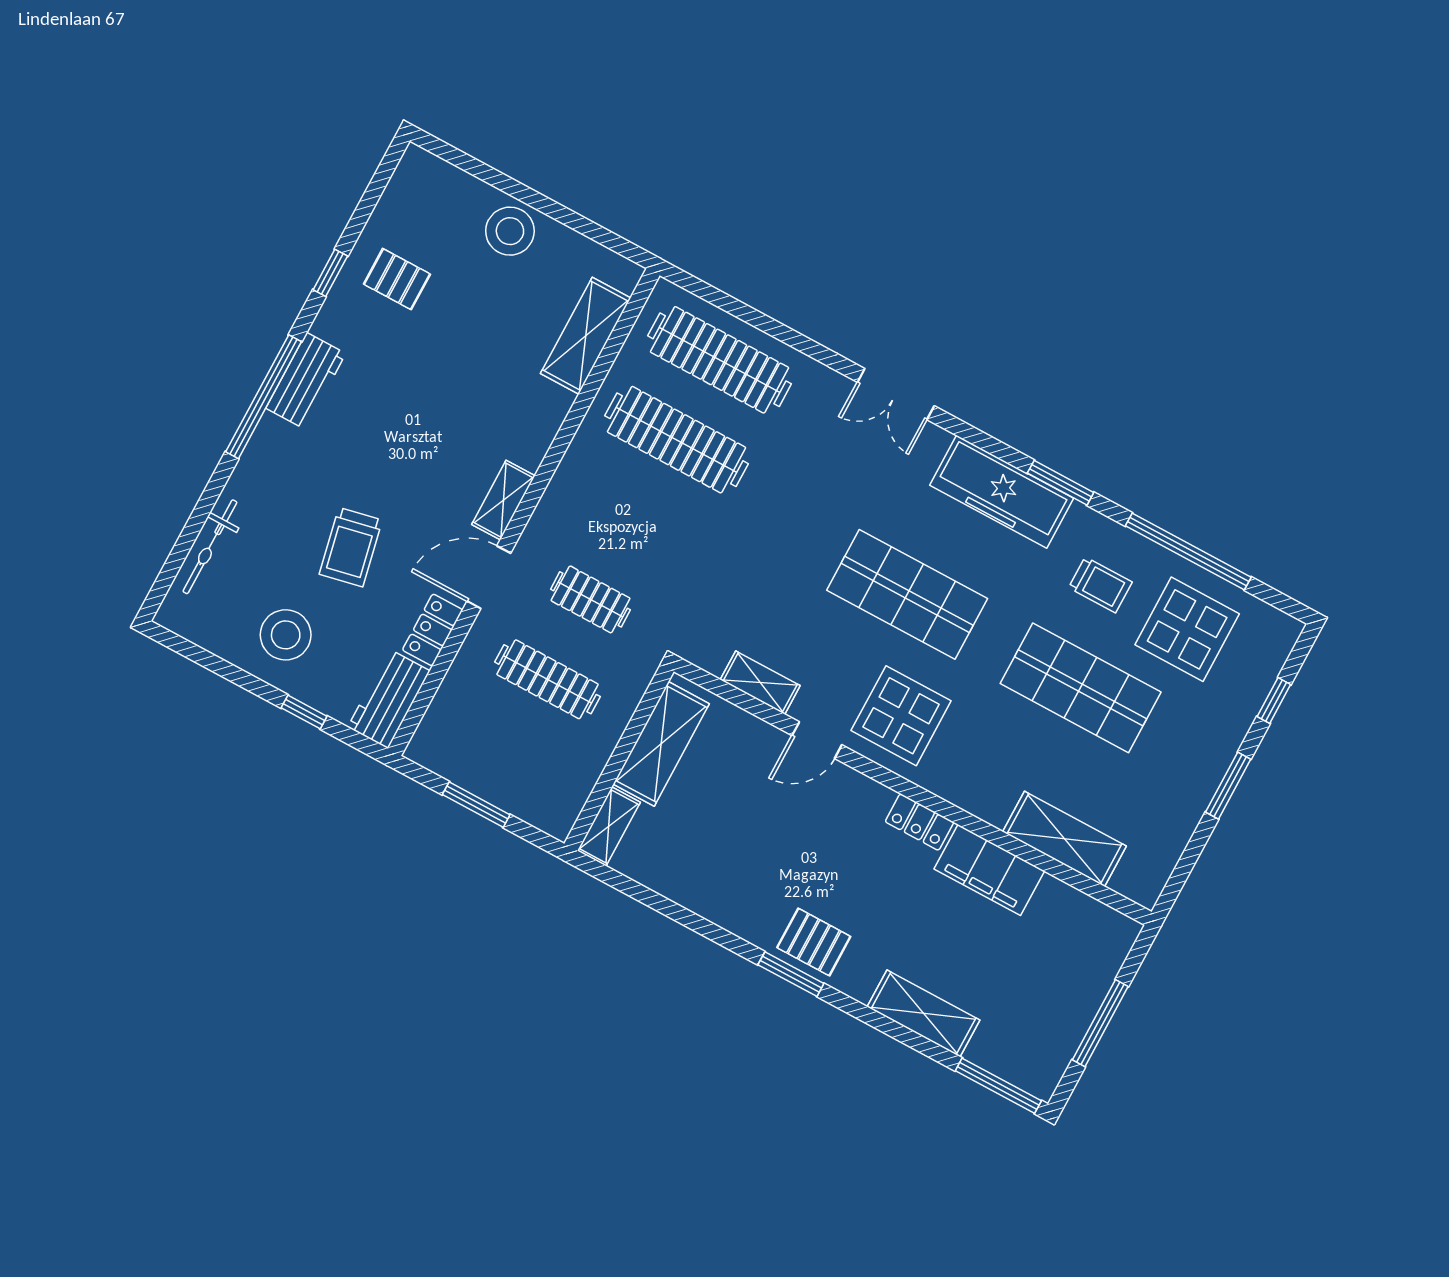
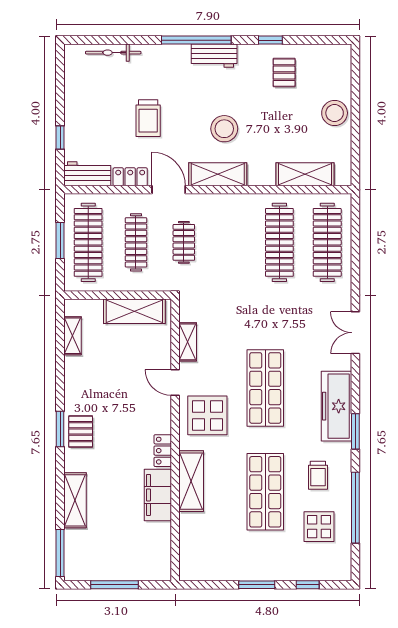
shelving: (503, 500) -> (218, 174), width x1.50, depth x1.33
trolley: (351, 547) -> (148, 118), turned -78
display table: (1187, 629) -> (319, 527), width x0.73, depth x0.73
stool: (286, 635) -> (224, 129), moved
clothes rail: (504, 759) -> (88, 242), added
shelving: (609, 826) -> (72, 336), moved, turned 90
shelving: (1064, 839) -> (191, 481), moved

